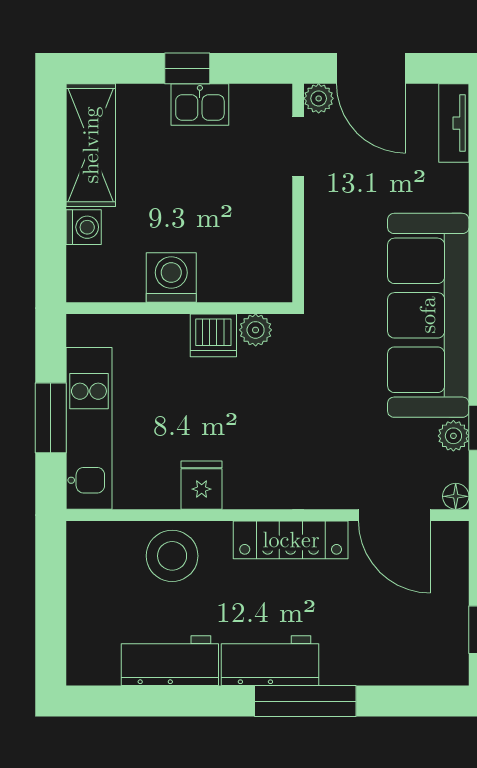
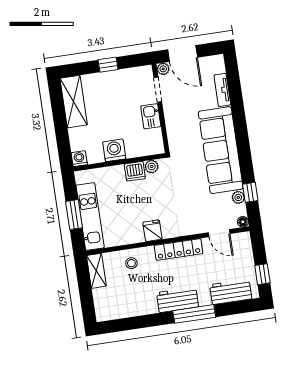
kitchen sink: (200, 105) -> (151, 116), moved, turned 90
tv unit: (454, 123) -> (222, 90), moved
washing machine: (84, 227) -> (79, 159), moved, turned -90
fridge: (202, 485) -> (152, 231), moved
door: (394, 515) -> (219, 233), width x0.73
stool: (172, 556) -> (131, 263), width x0.53, depth x0.53
shelving: (85, 562) -> (96, 271), added
workbench: (170, 661) -> (231, 292), moved

